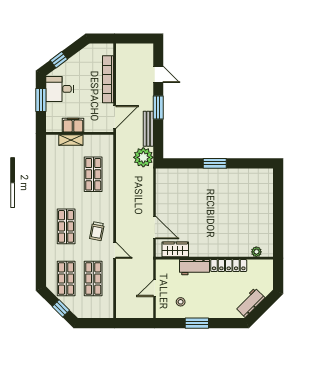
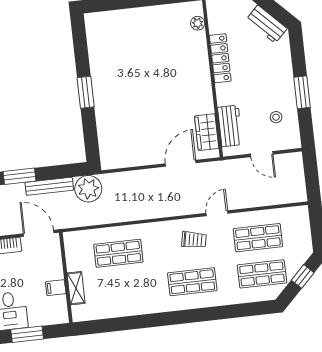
filing cabinet: (73, 125) -> (56, 288), width x0.50
workbench: (194, 267) -> (230, 126), moved

